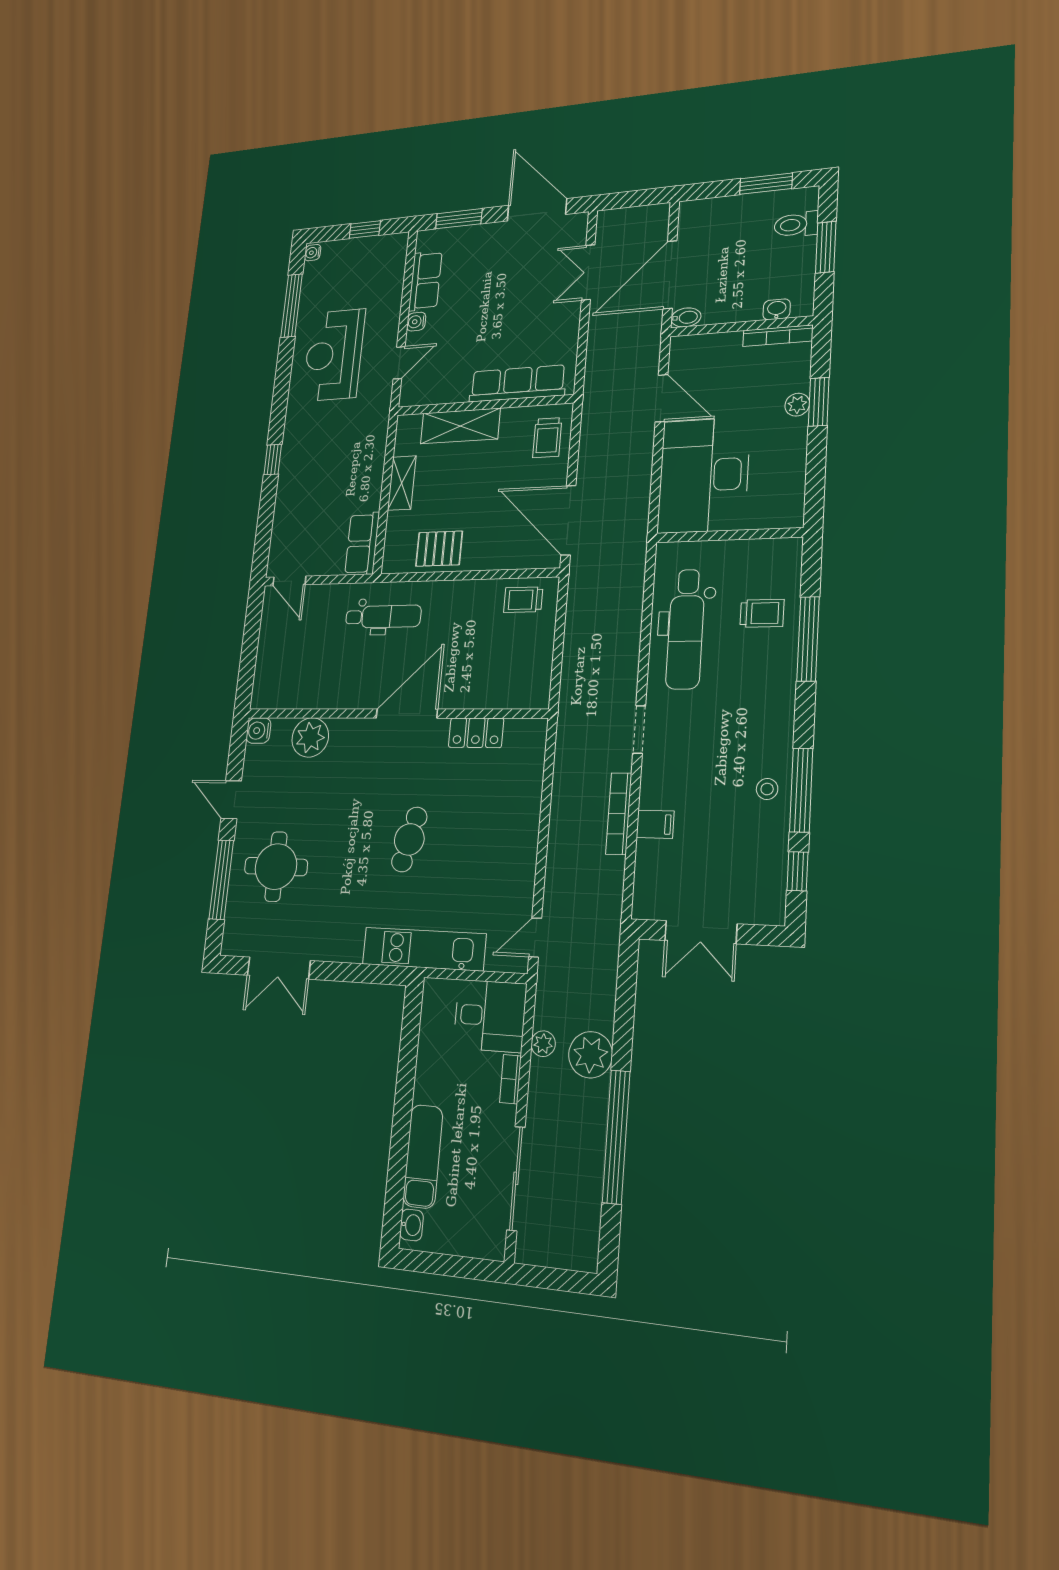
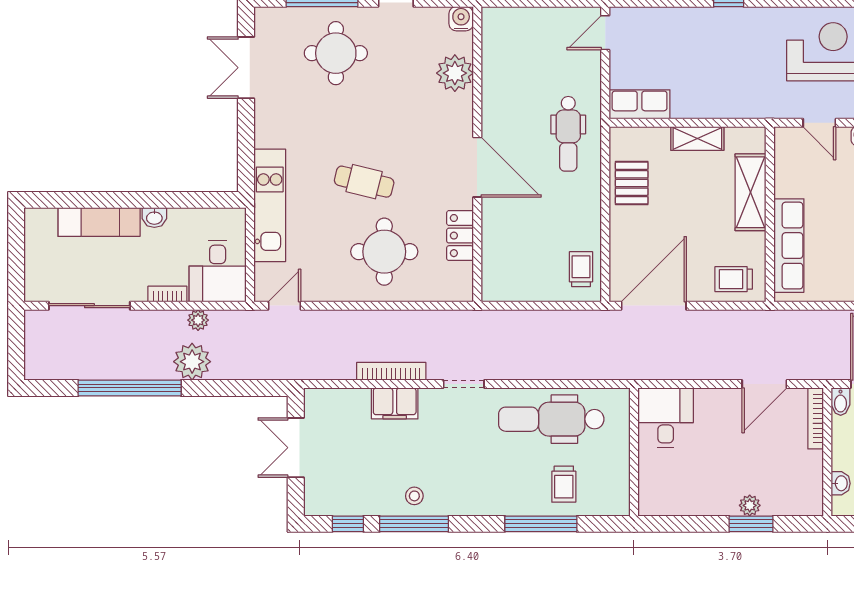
bookcase: (778, 336) -> (816, 418), moved
desk: (704, 475) -> (666, 418), width x0.53, depth x0.77
round table: (486, 819) -> (384, 252), added
filing cabinet: (655, 824) -> (395, 403), width x2.00
door: (535, 938) -> (284, 306), hinge flipped
washbasin: (412, 1225) -> (154, 218), moved

